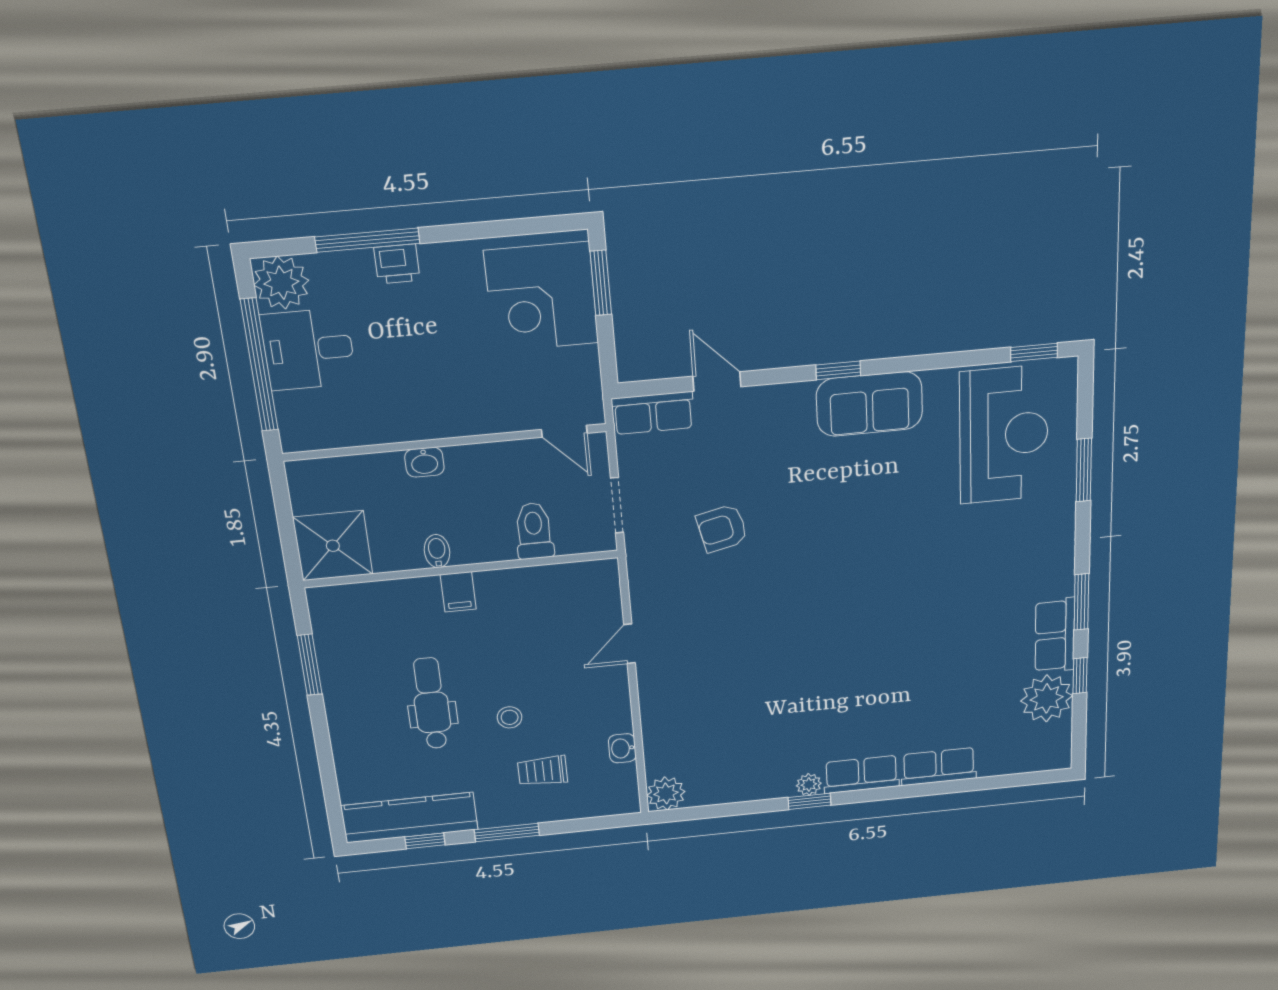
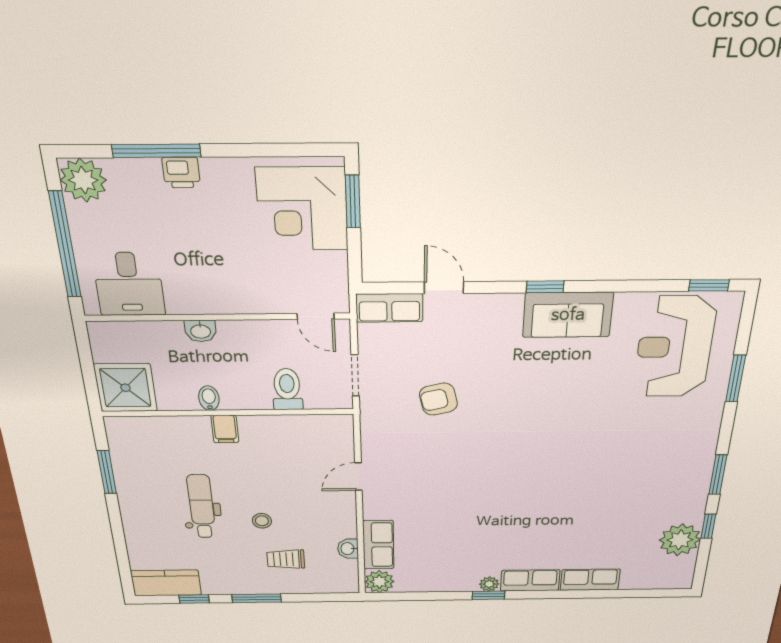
desk: (308, 349) -> (129, 284), moved, turned -90
reception desk: (1004, 435) -> (675, 347), turned 180
row of seats: (1055, 635) -> (378, 545), moved, turned 180
kitchen counter: (410, 818) -> (166, 583), width x0.67

